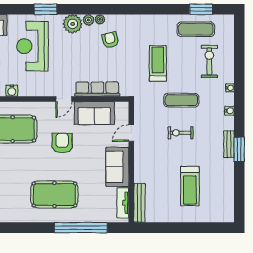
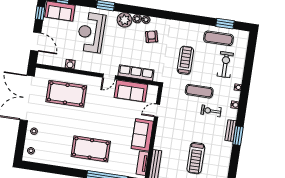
exercise bike: (181, 133) -> (211, 111), moved
armchair: (62, 143) -> (103, 110), removed

